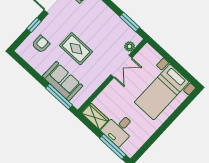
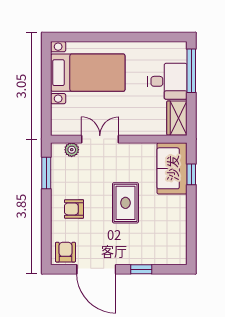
armchair: (41, 44) -> (74, 209), moved
sofa: (62, 81) -> (172, 168), moved
window: (59, 97) -> (191, 174), width x0.46

